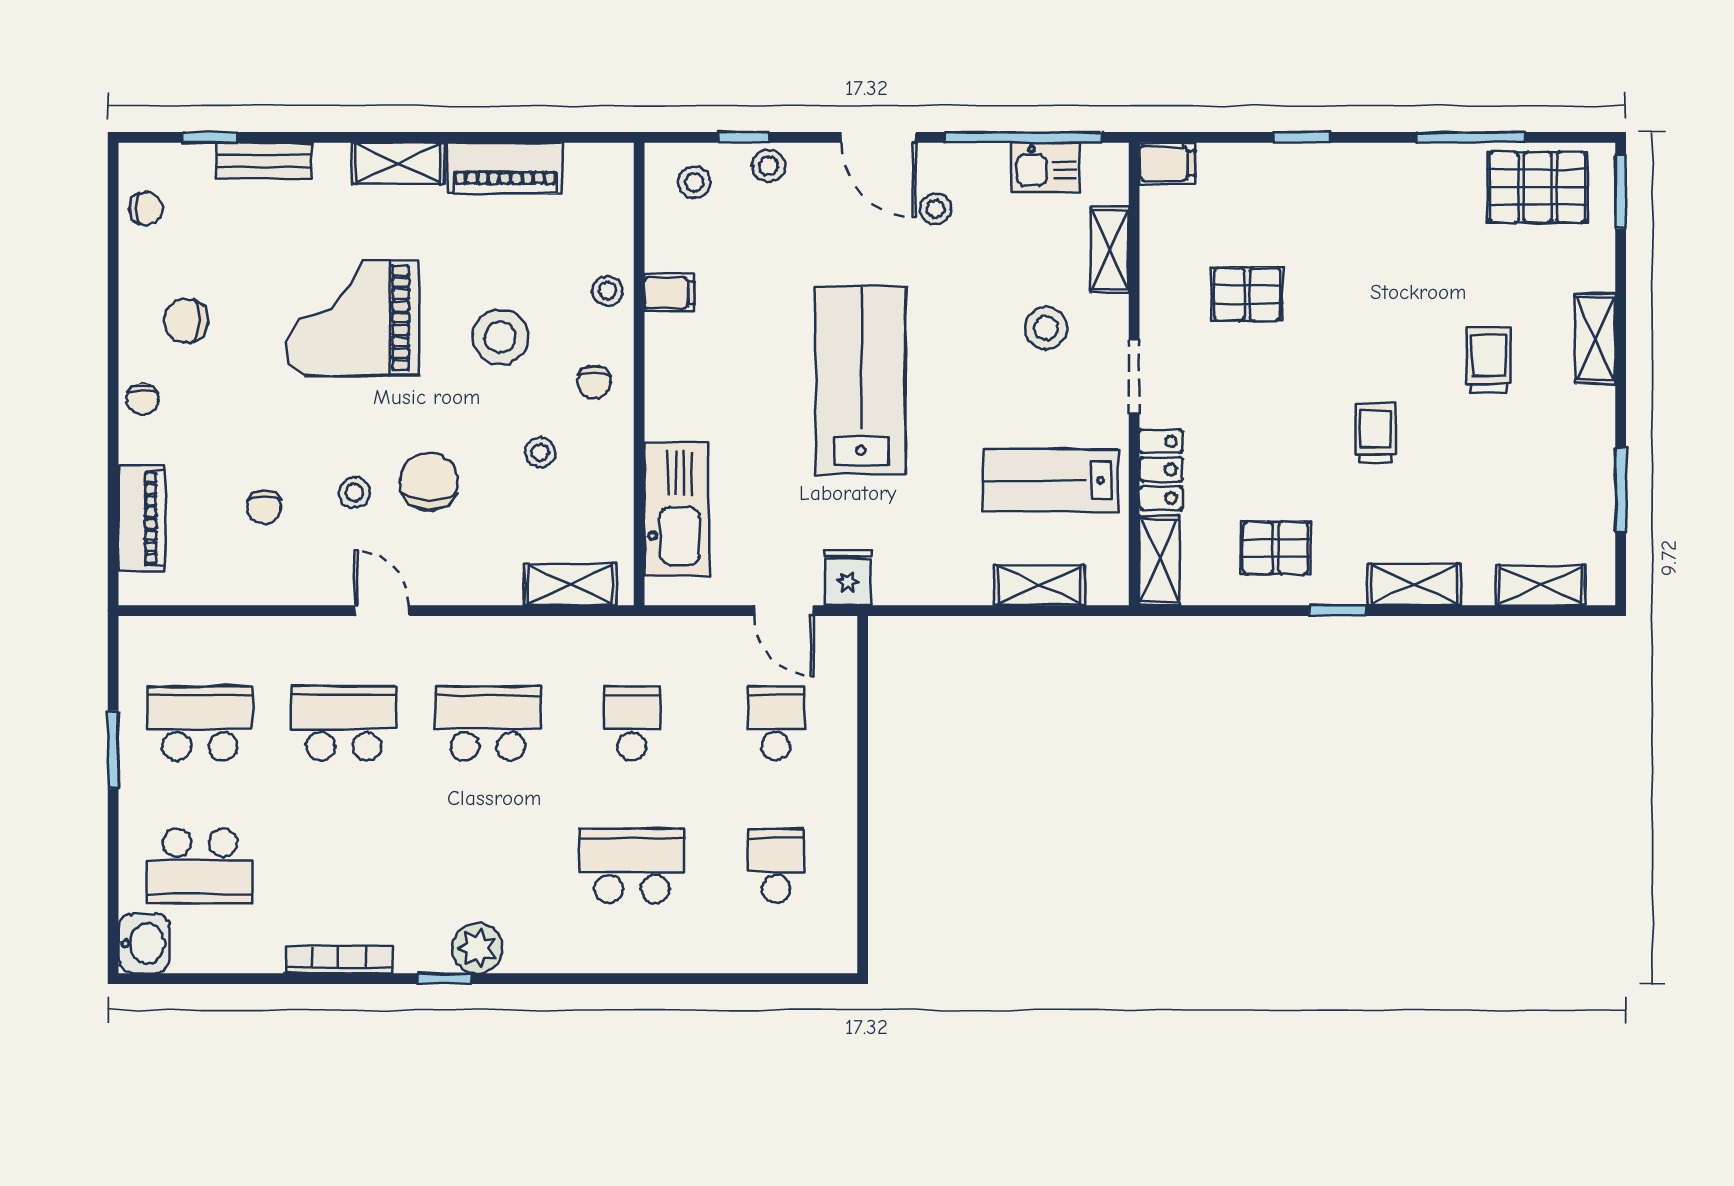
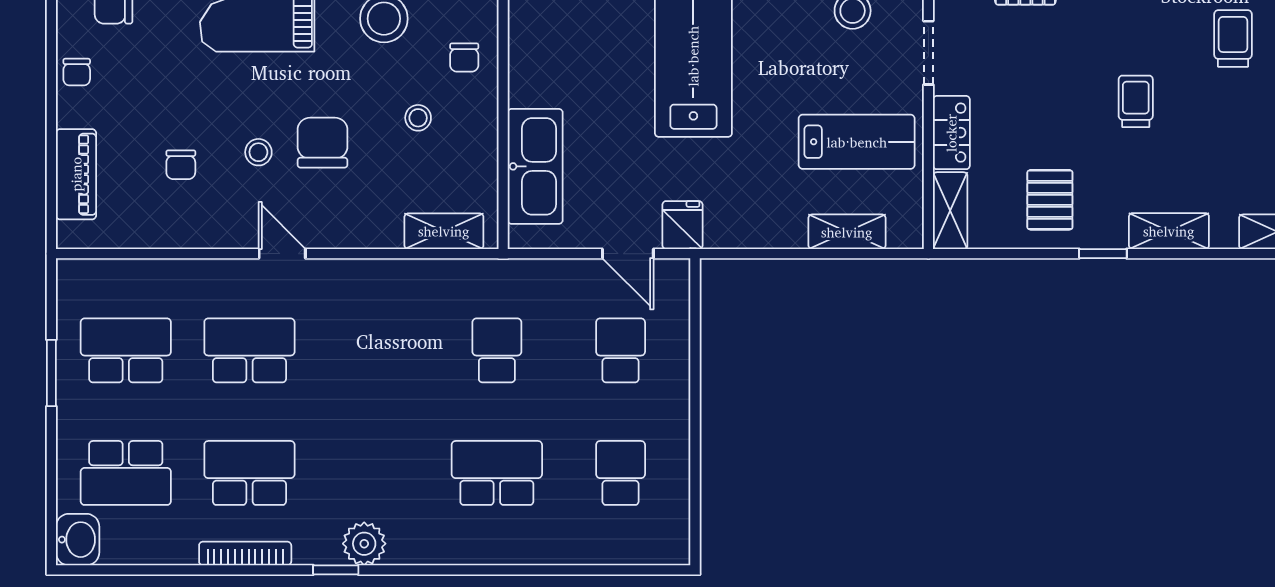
lab bench: (1051, 480) -> (857, 142), turned 180
pallet: (1276, 548) -> (1050, 200), turned 90
school desk: (488, 723) -> (249, 473), moved

